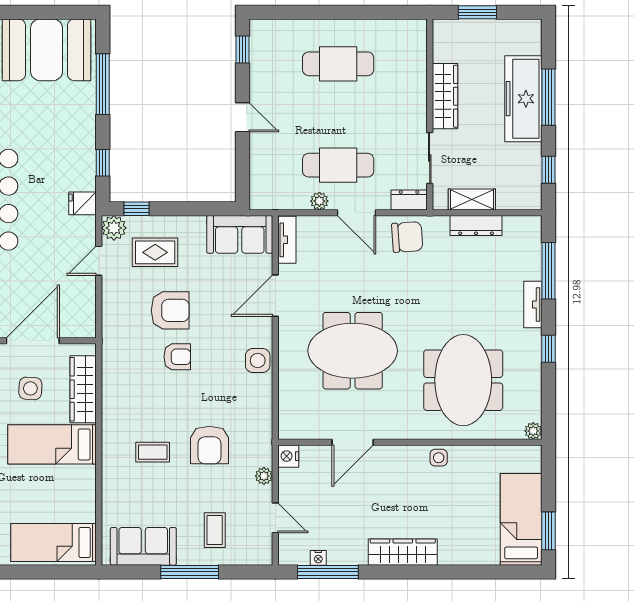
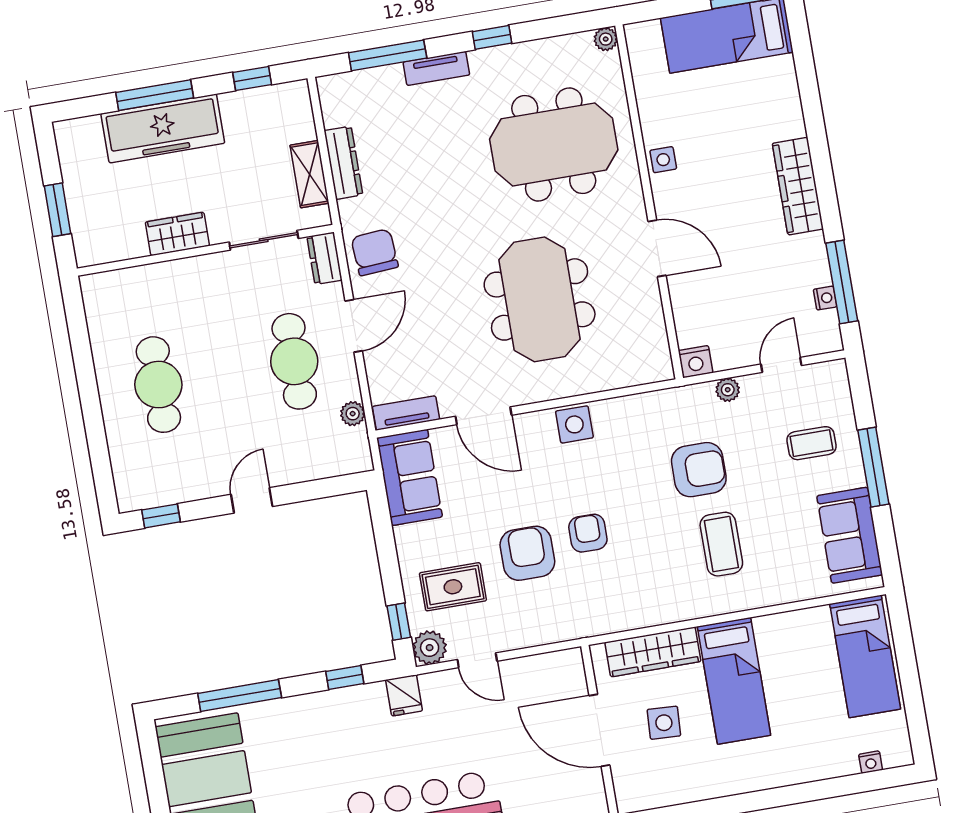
wardrobe: (445, 96) -> (177, 234), width x0.67
plant: (319, 201) -> (353, 414), moved
rug: (155, 252) -> (453, 587), turned 90
door: (353, 442) -> (657, 248), moved
coffee table: (153, 452) -> (721, 544), width x1.36, depth x1.30

